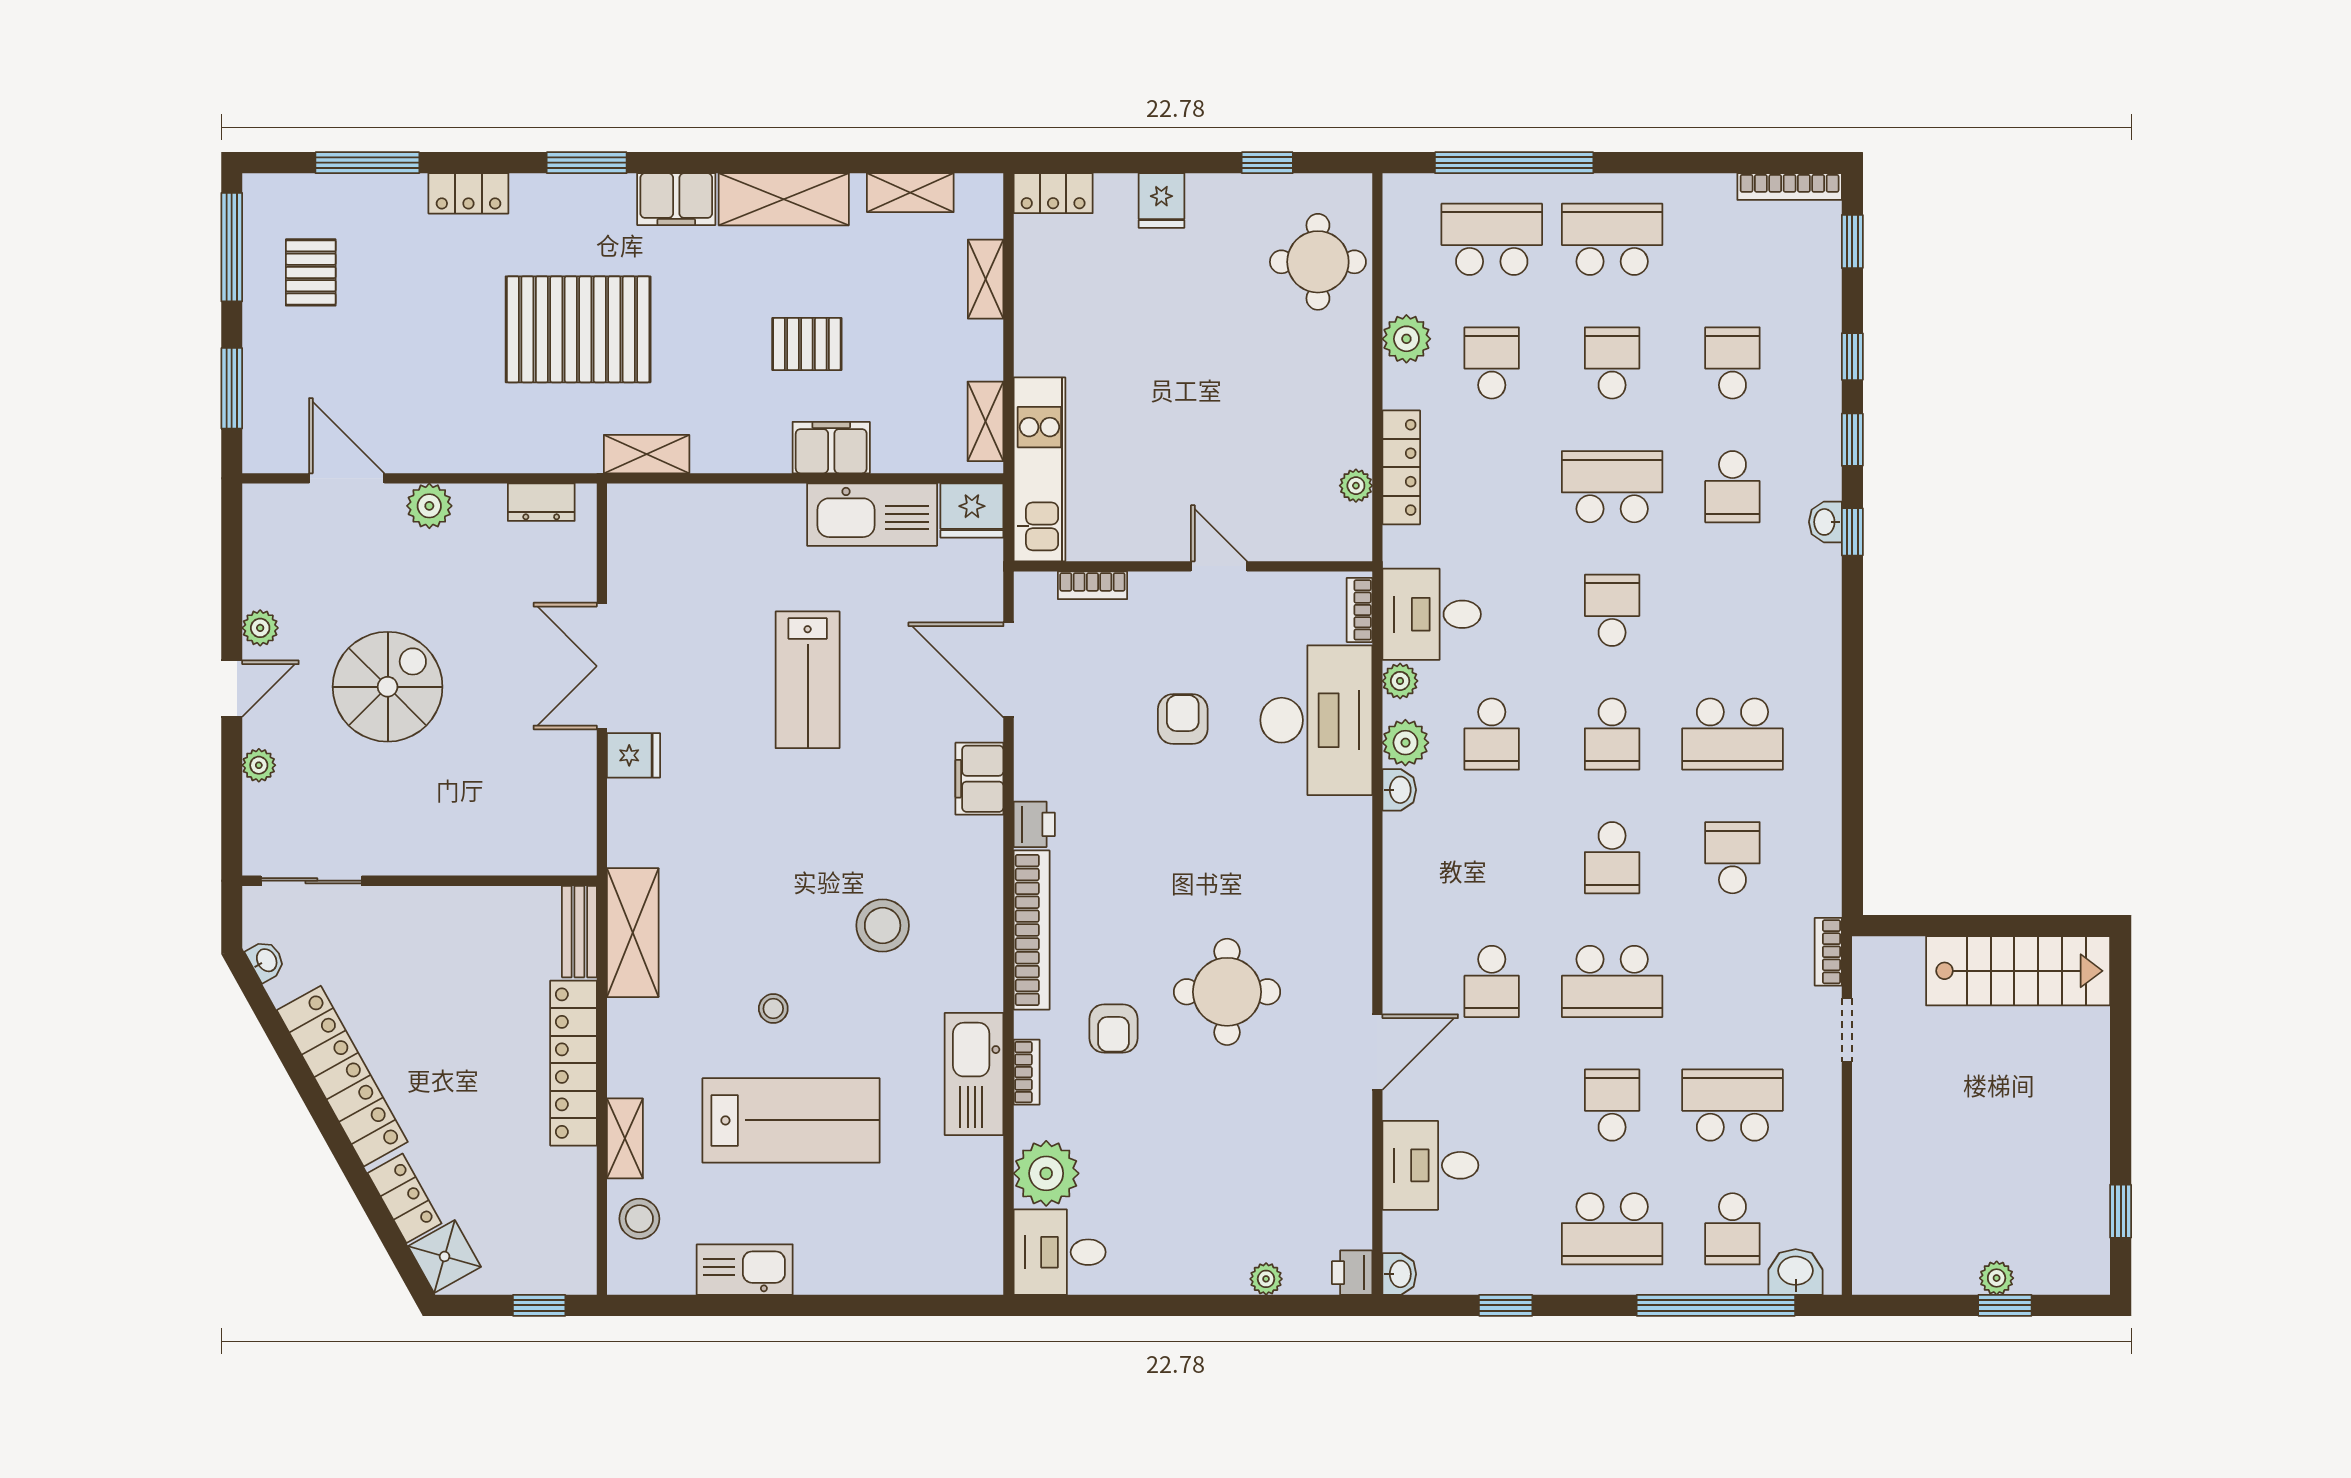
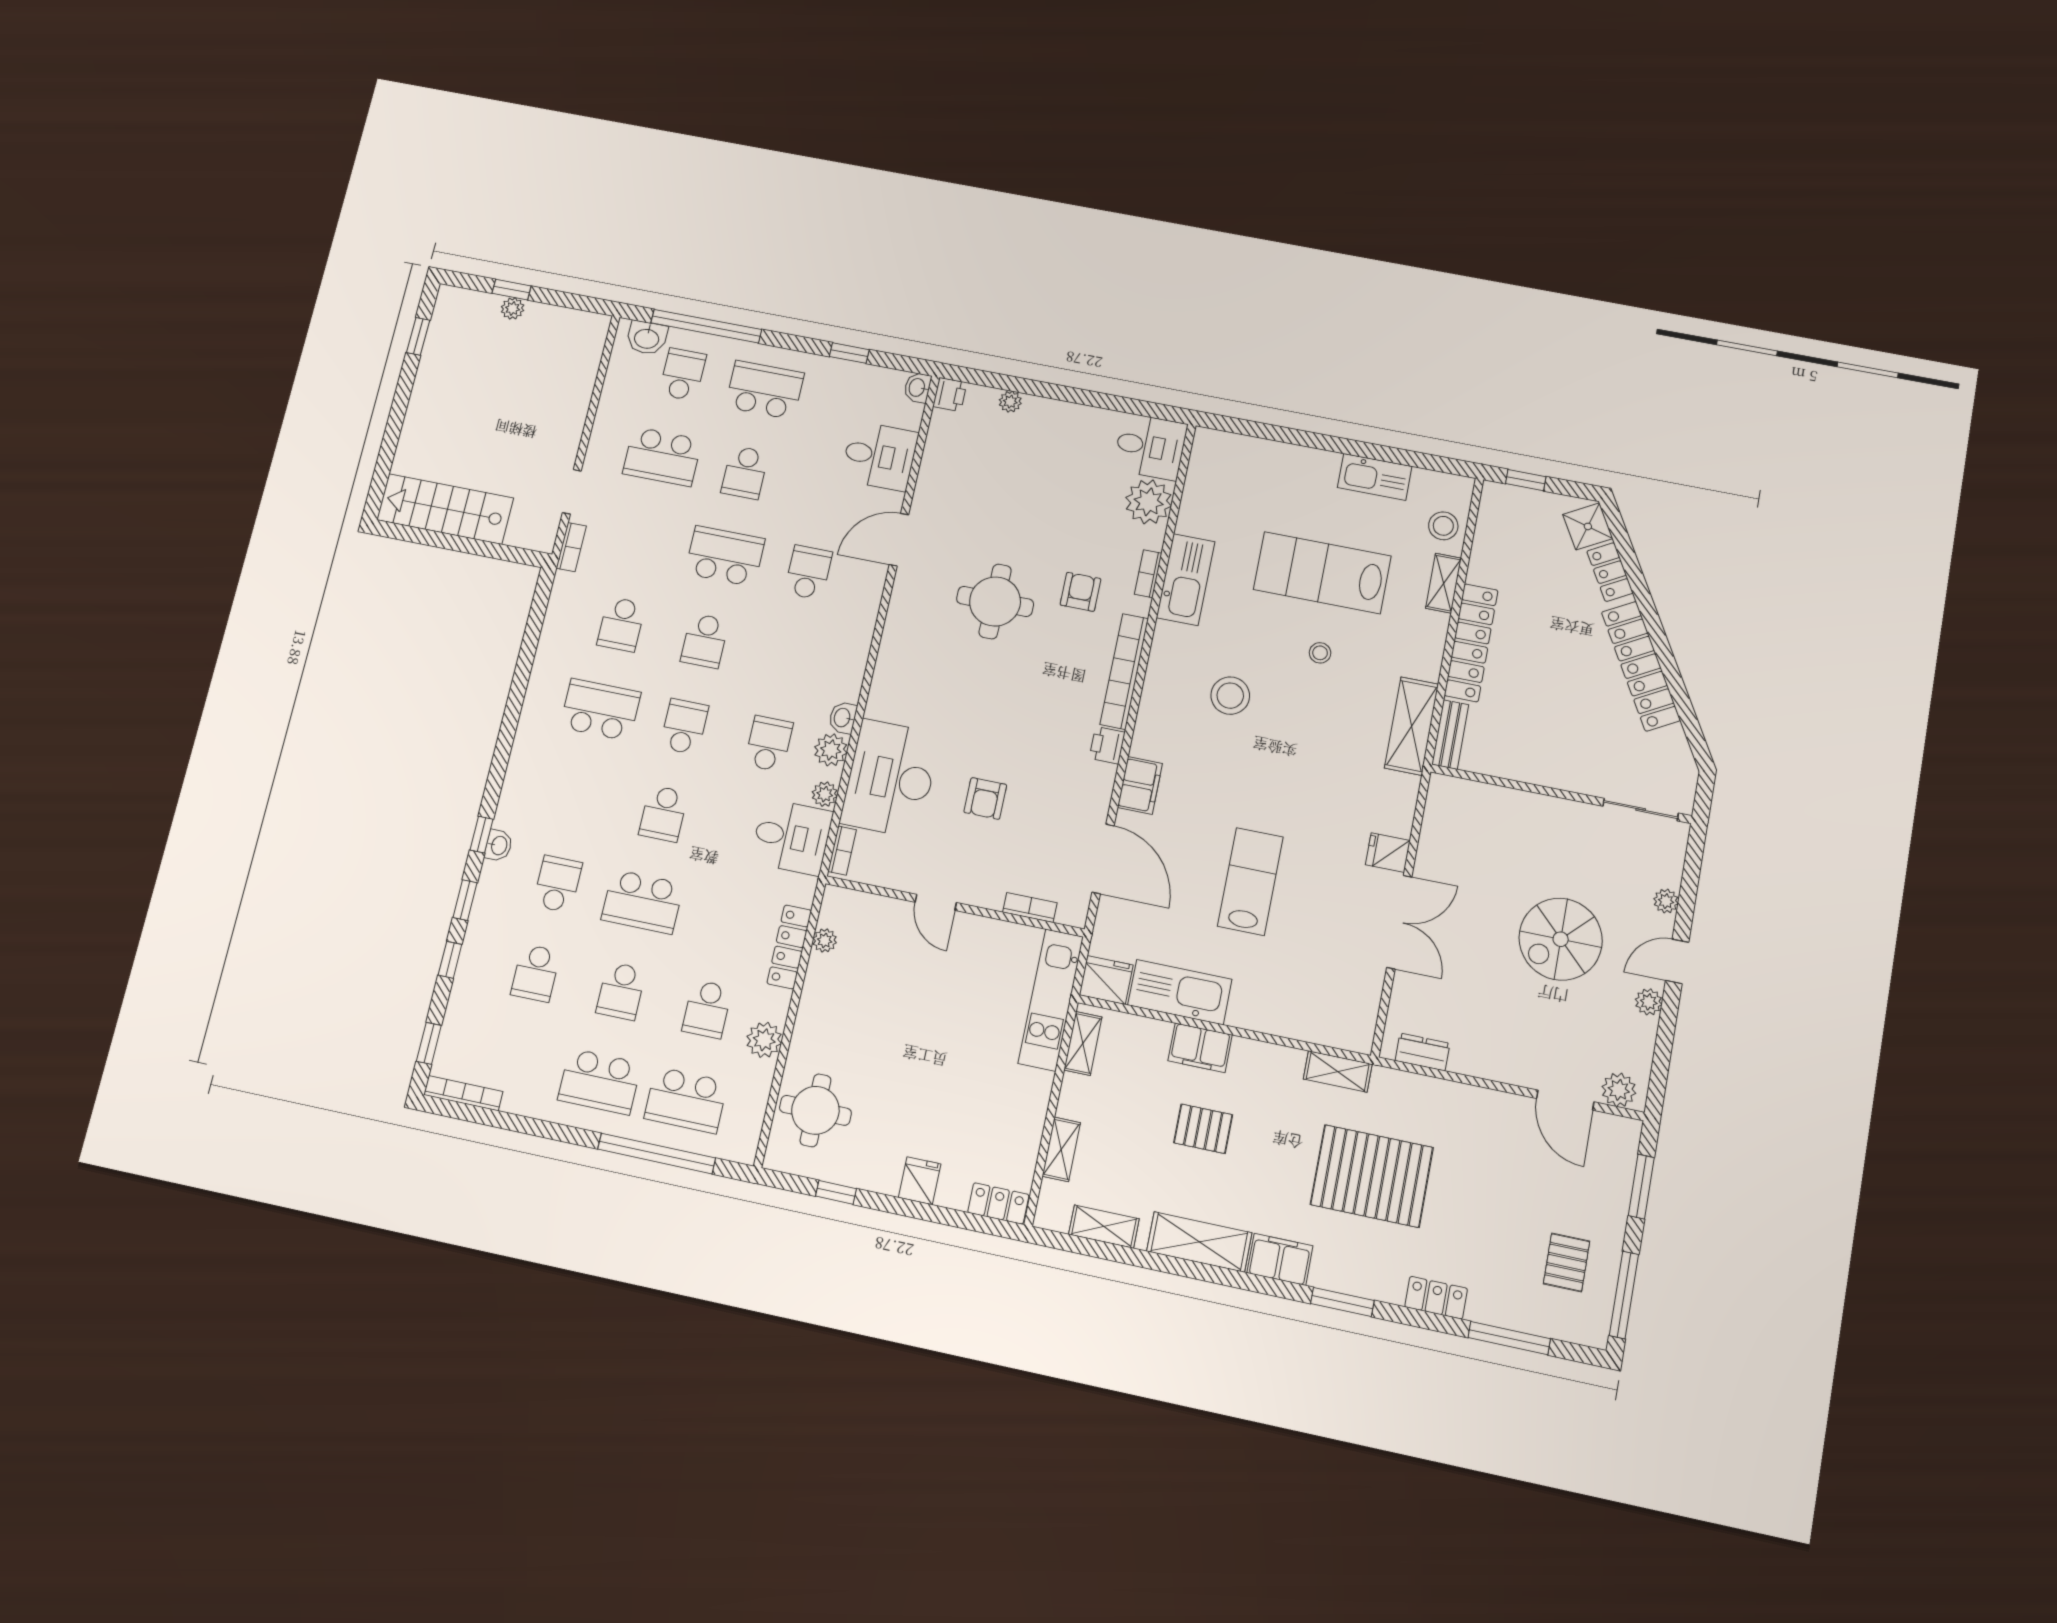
plant: (429, 506) -> (1619, 1090), moved
school desk: (1612, 858) -> (705, 641), turned 180
washbasin: (266, 961) -> (1684, 759), removed

